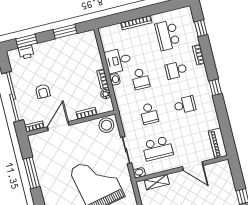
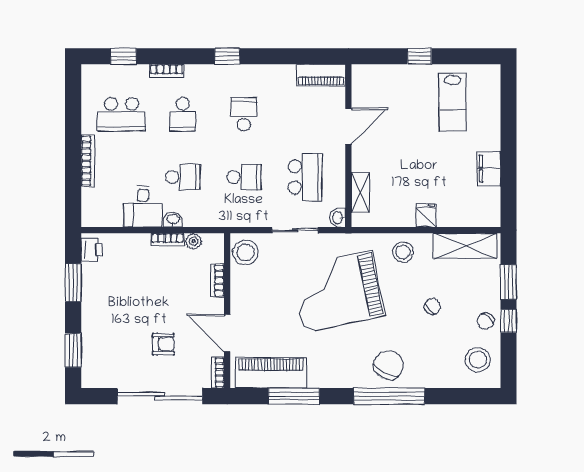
printer: (26, 52) -> (91, 250), moved
piano: (42, 157) -> (271, 373), added

